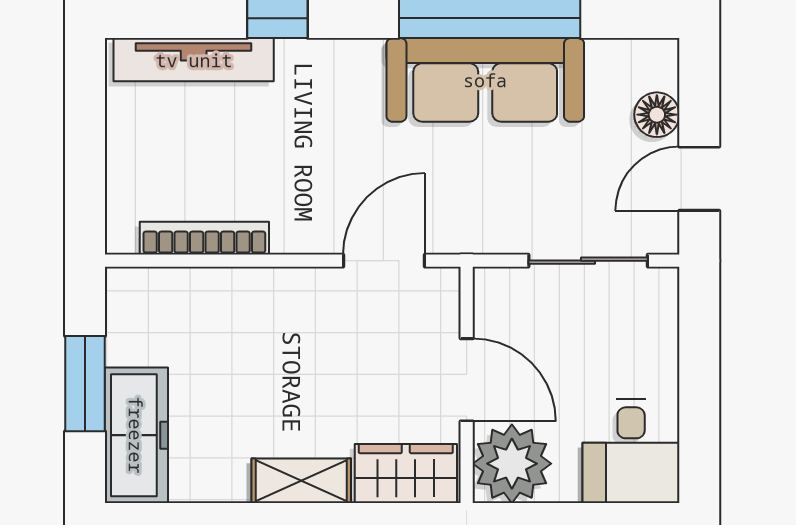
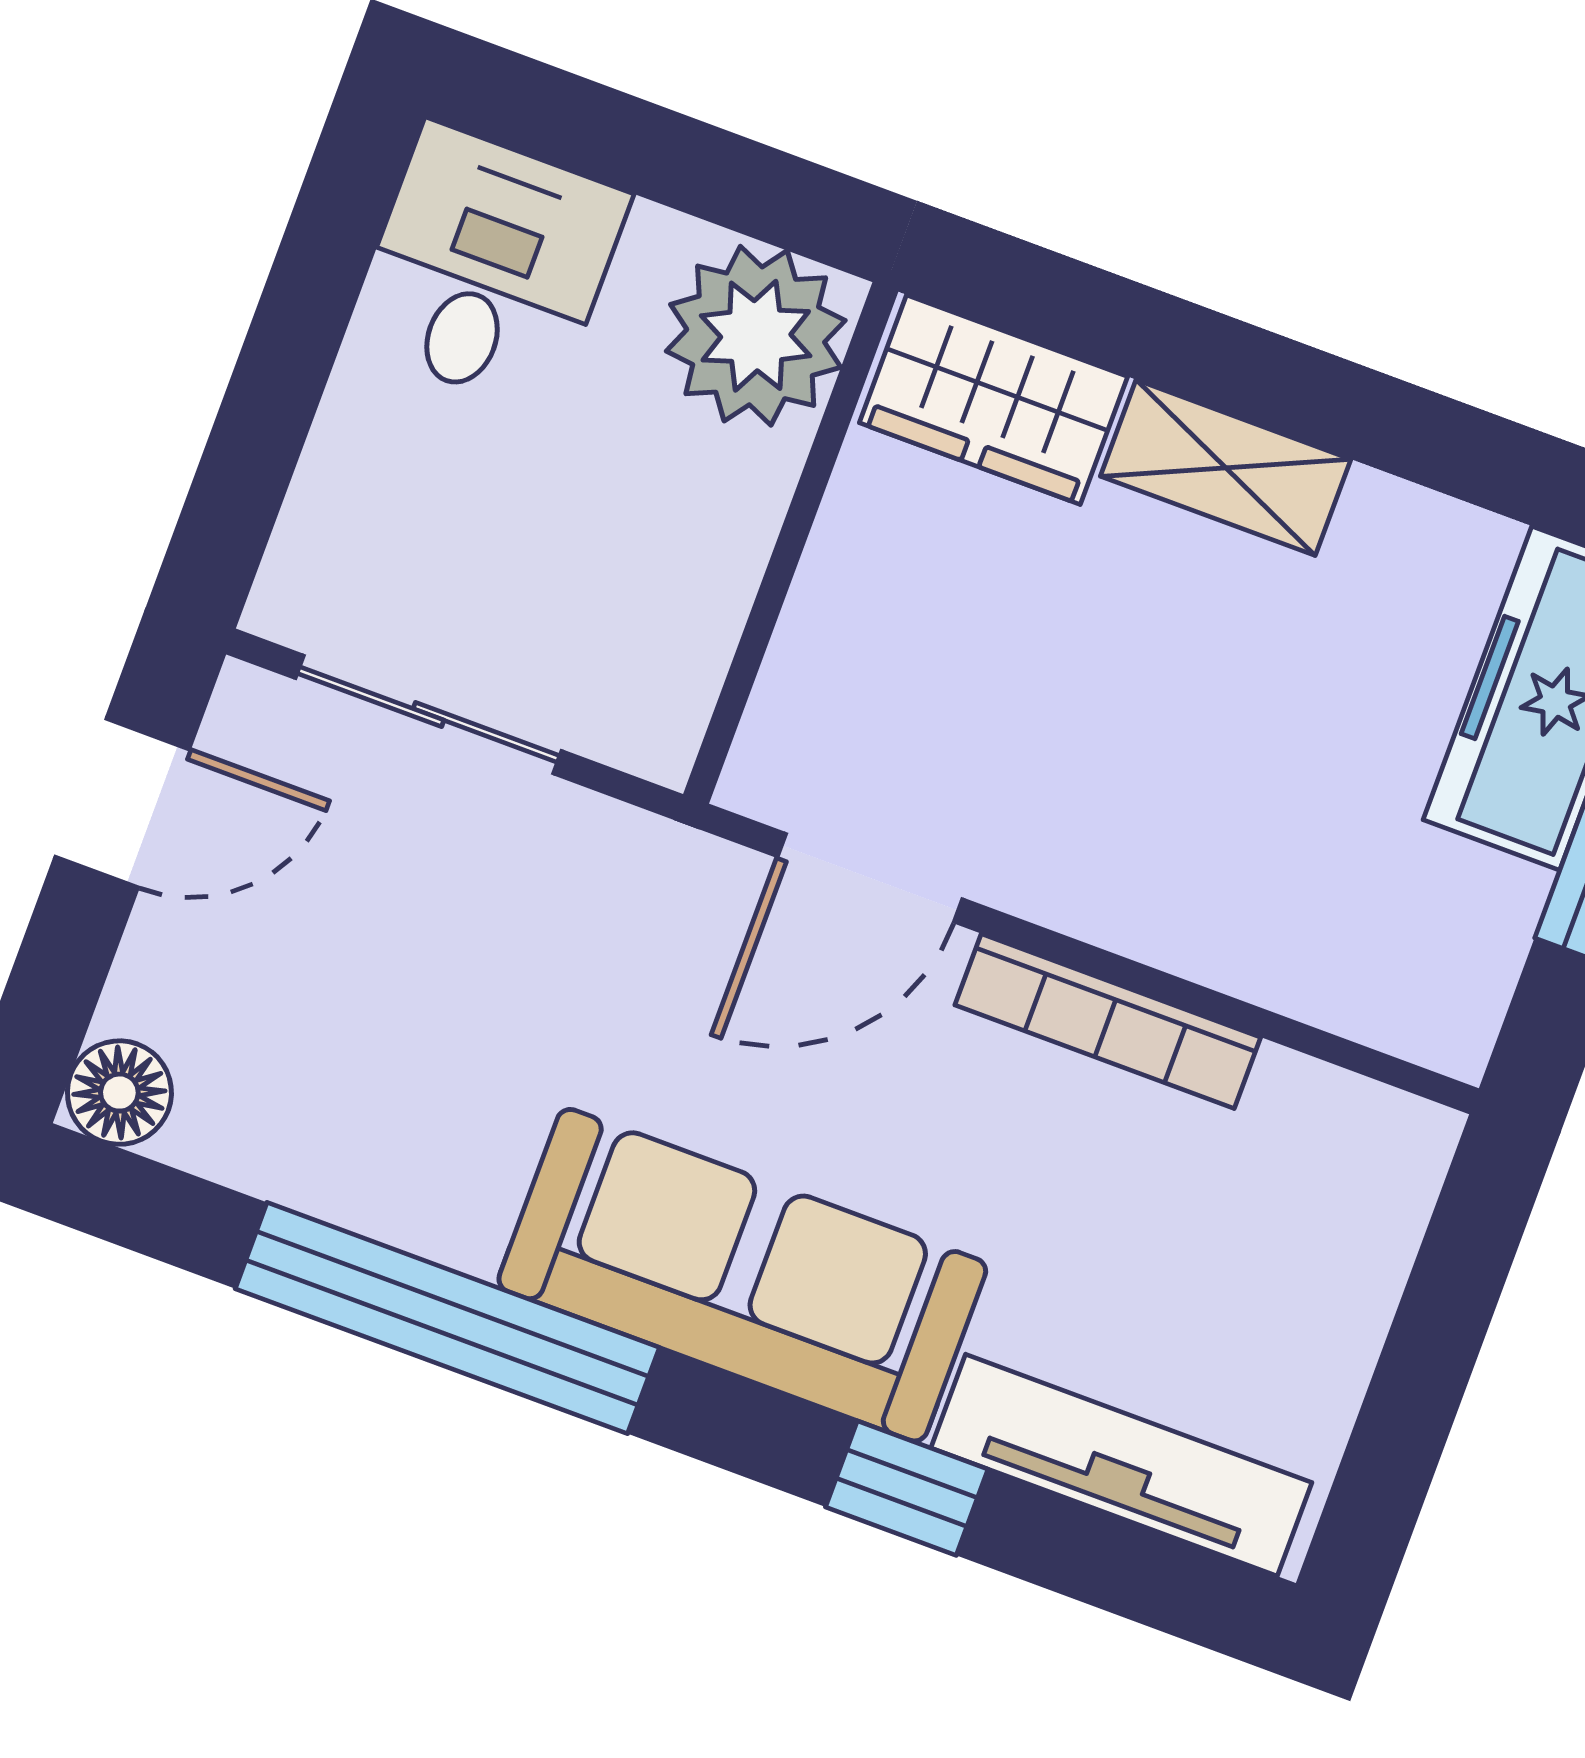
sofa: (485, 80) -> (742, 1275), moved
floor lamp: (657, 115) -> (119, 1093), moved
bookcase: (204, 238) -> (1108, 1021), moved
door: (467, 380) -> (787, 554), removed

